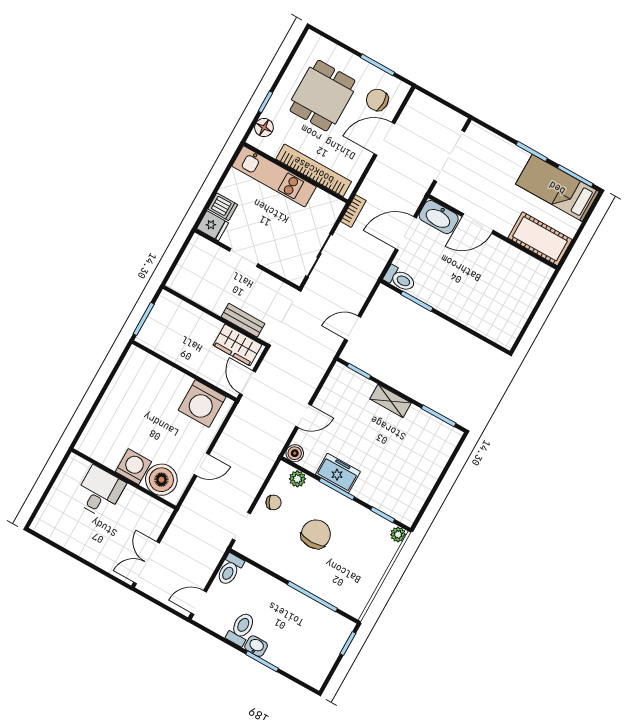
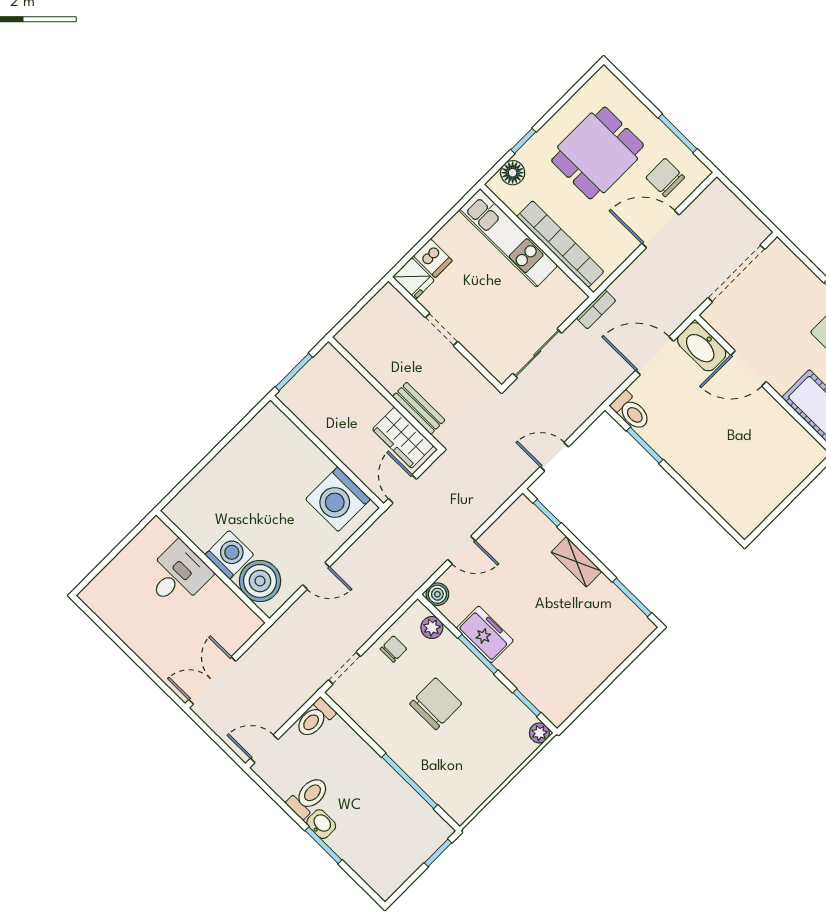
chair: (274, 502) -> (393, 649), turned -62

